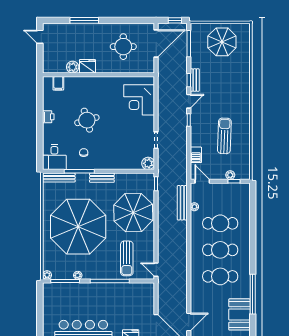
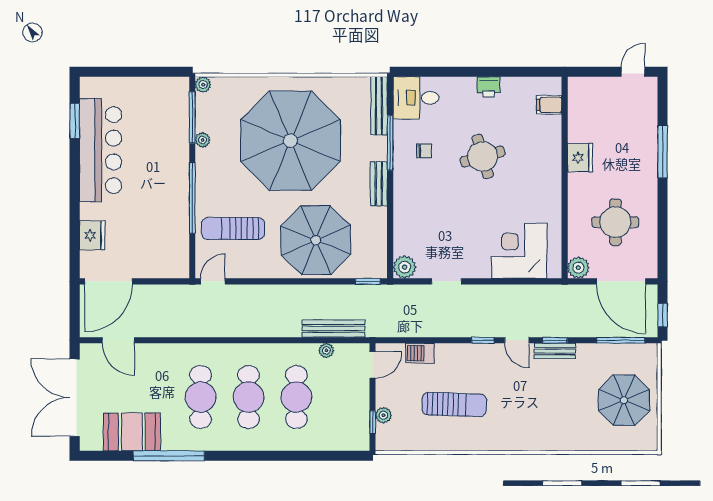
plant: (73, 67) -> (578, 268), moved

